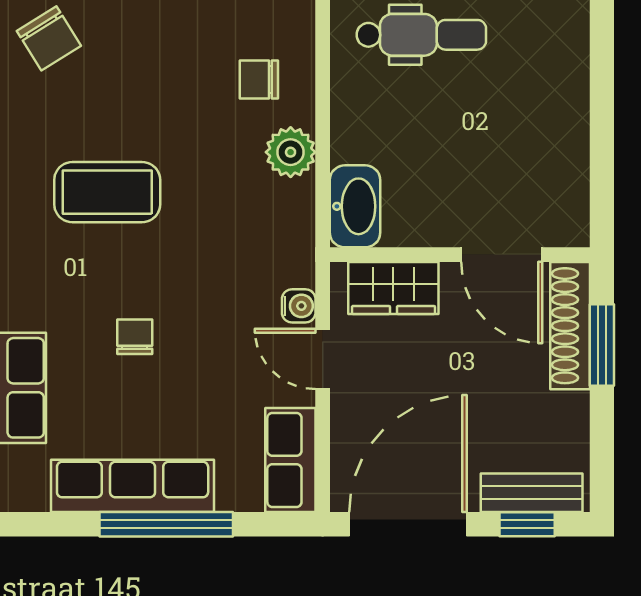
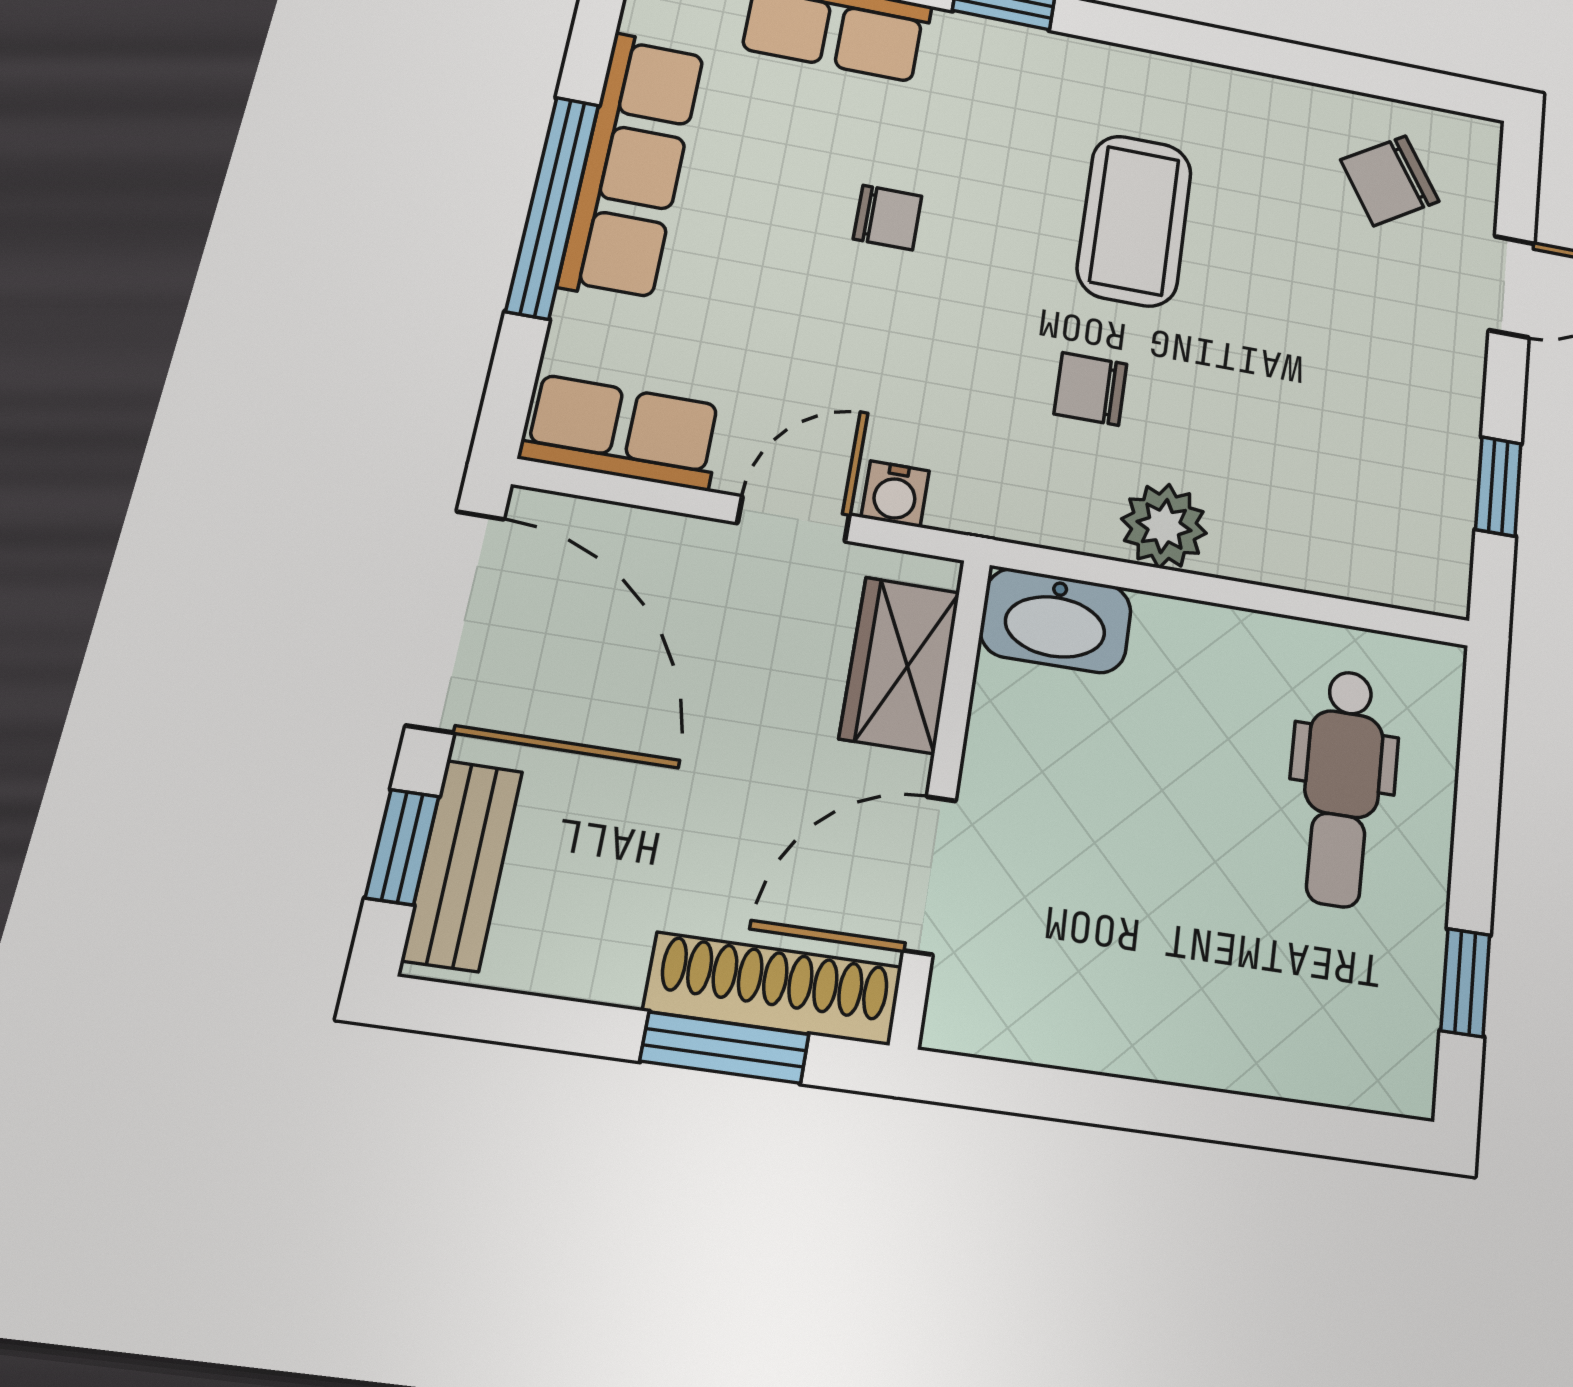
chair: (259, 80) -> (1090, 389), moved, turned -90

